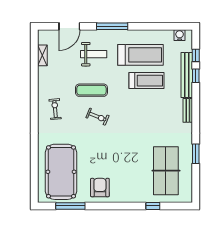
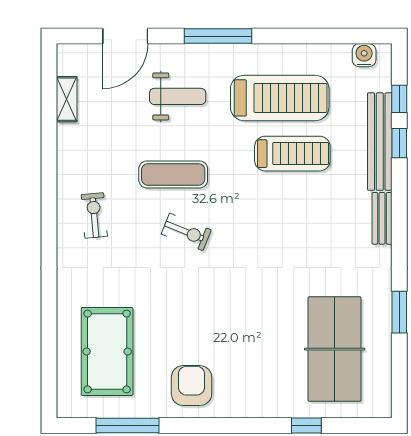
pool table: (61, 172) -> (107, 351), width x0.73, depth x0.76

